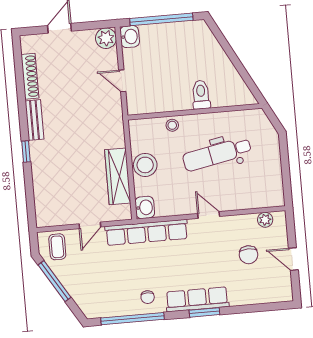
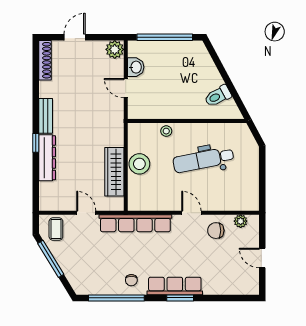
washbasin: (130, 37) -> (136, 67), moved
shoe rack: (30, 76) -> (45, 60), moved
toilet: (201, 95) -> (218, 96), moved, turned -118
dresser: (40, 167) -> (47, 158), added
washbasin: (145, 207) -> (136, 201), removed
door: (90, 225) -> (86, 213), swing flipped
chair: (249, 255) -> (216, 231), moved, turned 90

